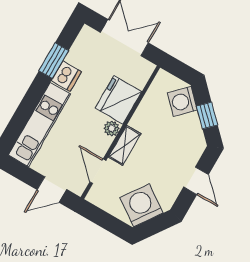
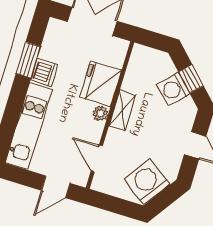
washing machine: (182, 101) -> (174, 89), moved
shelving: (125, 145) -> (122, 110), moved

